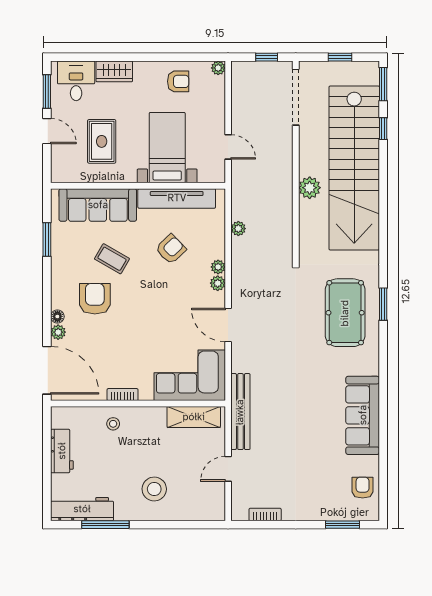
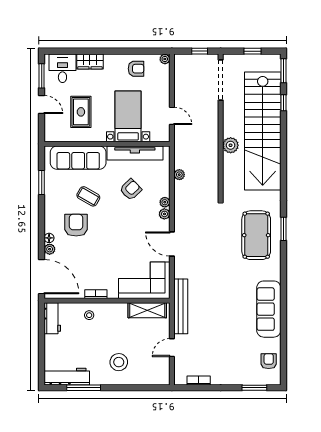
workbench: (62, 451) -> (52, 318), moved

